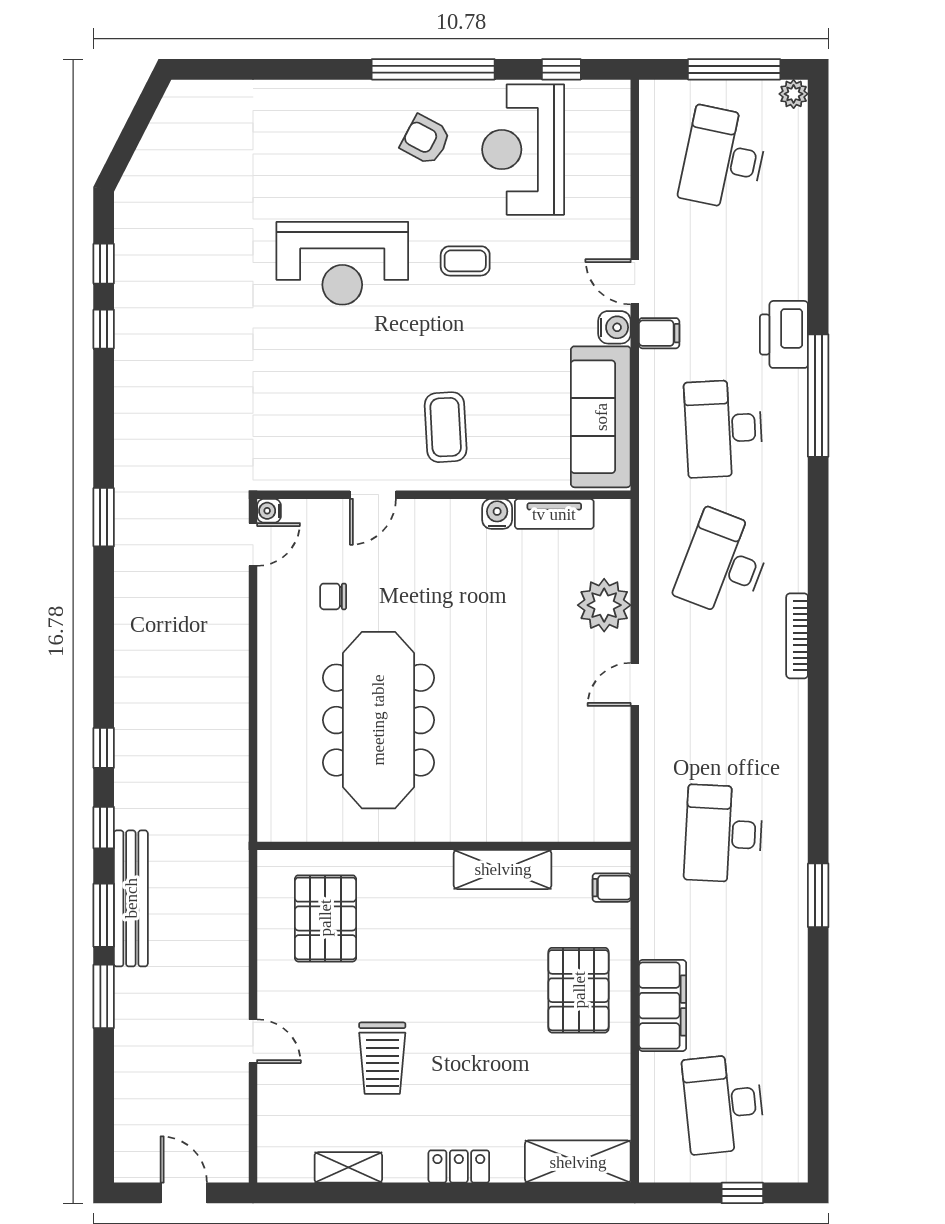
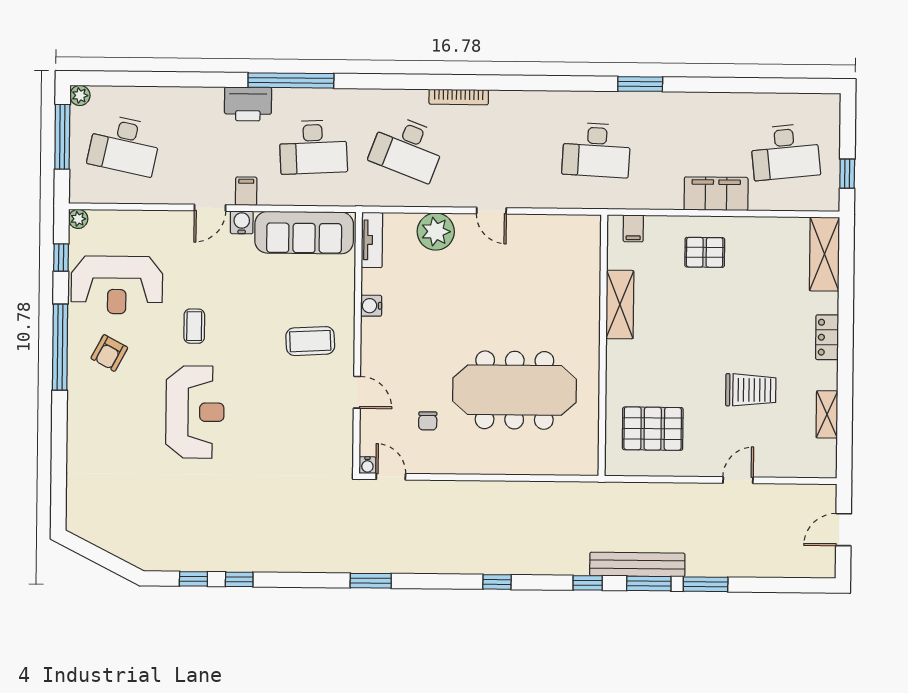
plant: (617, 93) -> (78, 219), added
tv unit: (554, 514) -> (372, 240), moved
window: (104, 748) -> (497, 582), moved
pallet: (579, 990) -> (705, 252), width x0.67, depth x0.71
window: (742, 1193) -> (847, 174), moved

